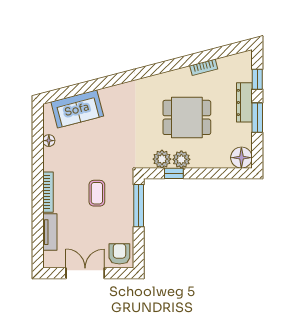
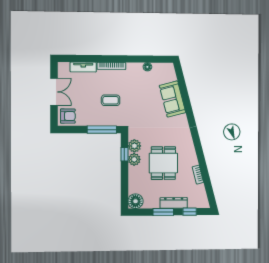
sofa: (77, 109) -> (172, 99), moved

